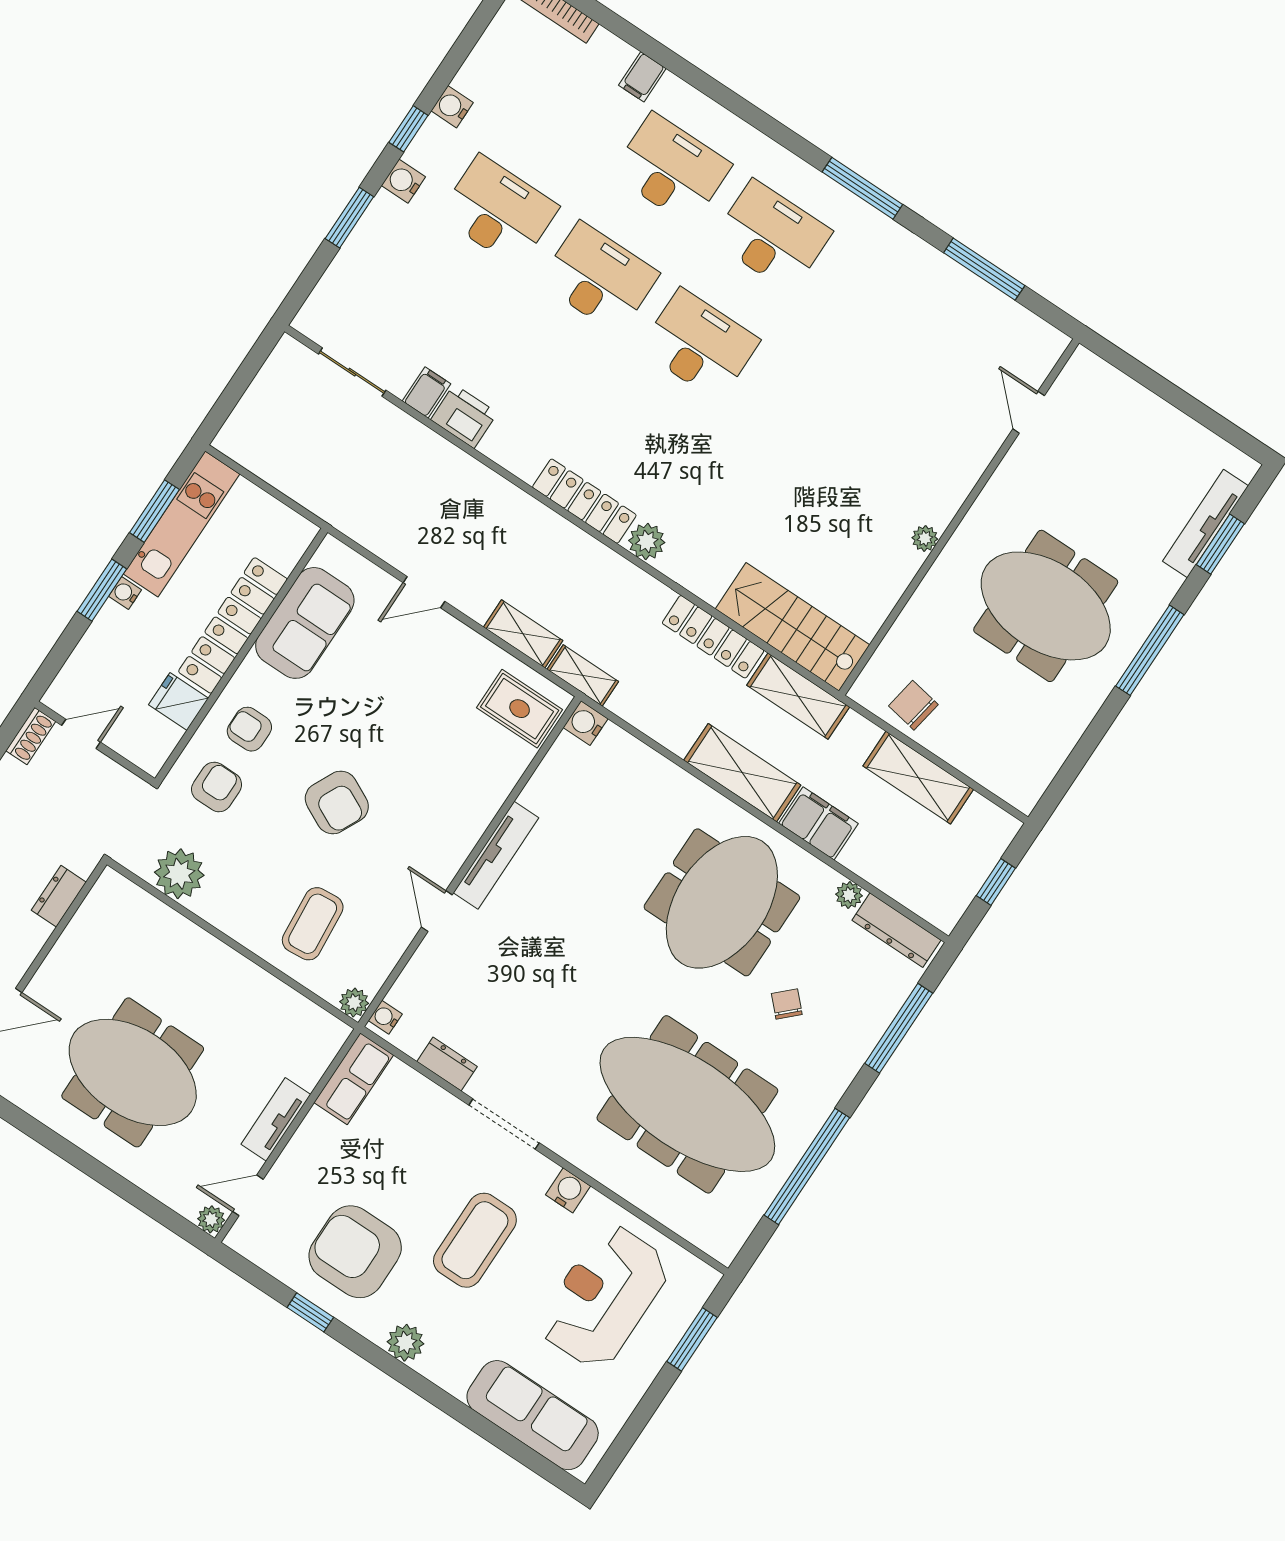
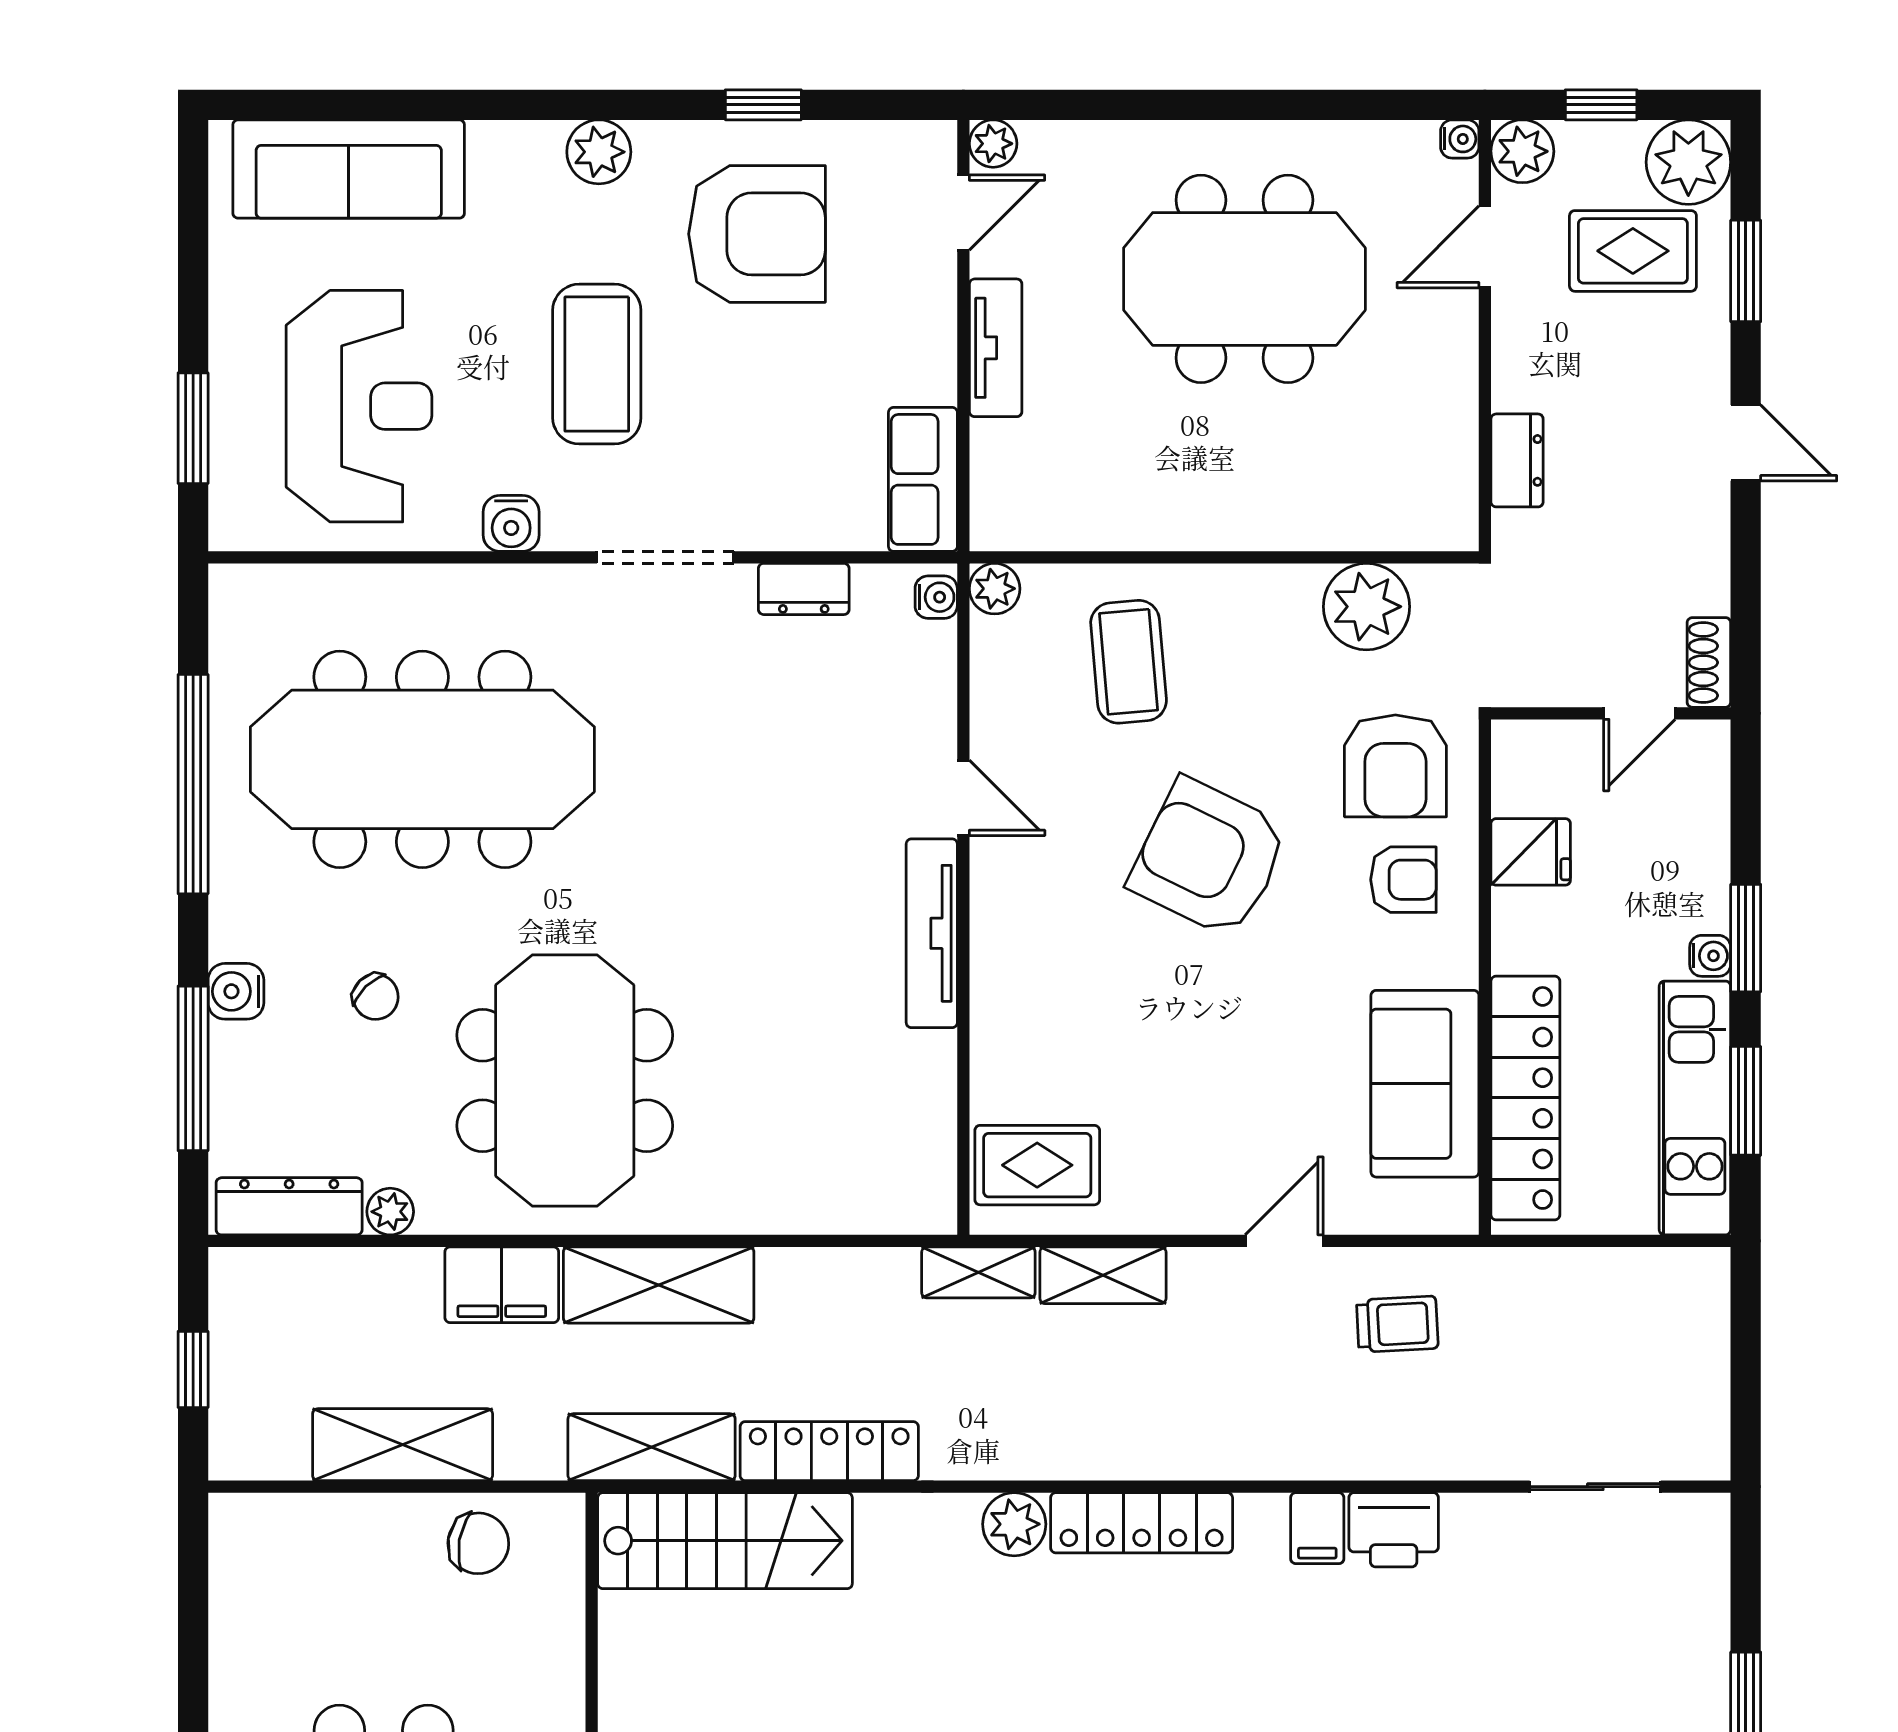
filing cabinet: (426, 392) -> (1317, 1528), moved
trolley: (396, 515) -> (1397, 1324), added
locker: (233, 625) -> (1525, 1098), moved
water cooler: (585, 723) -> (236, 991), moved, turned 180
armchair: (217, 787) -> (1395, 766), width x1.38, depth x1.38
armchair: (337, 802) -> (1209, 858), width x1.36, depth x1.36

